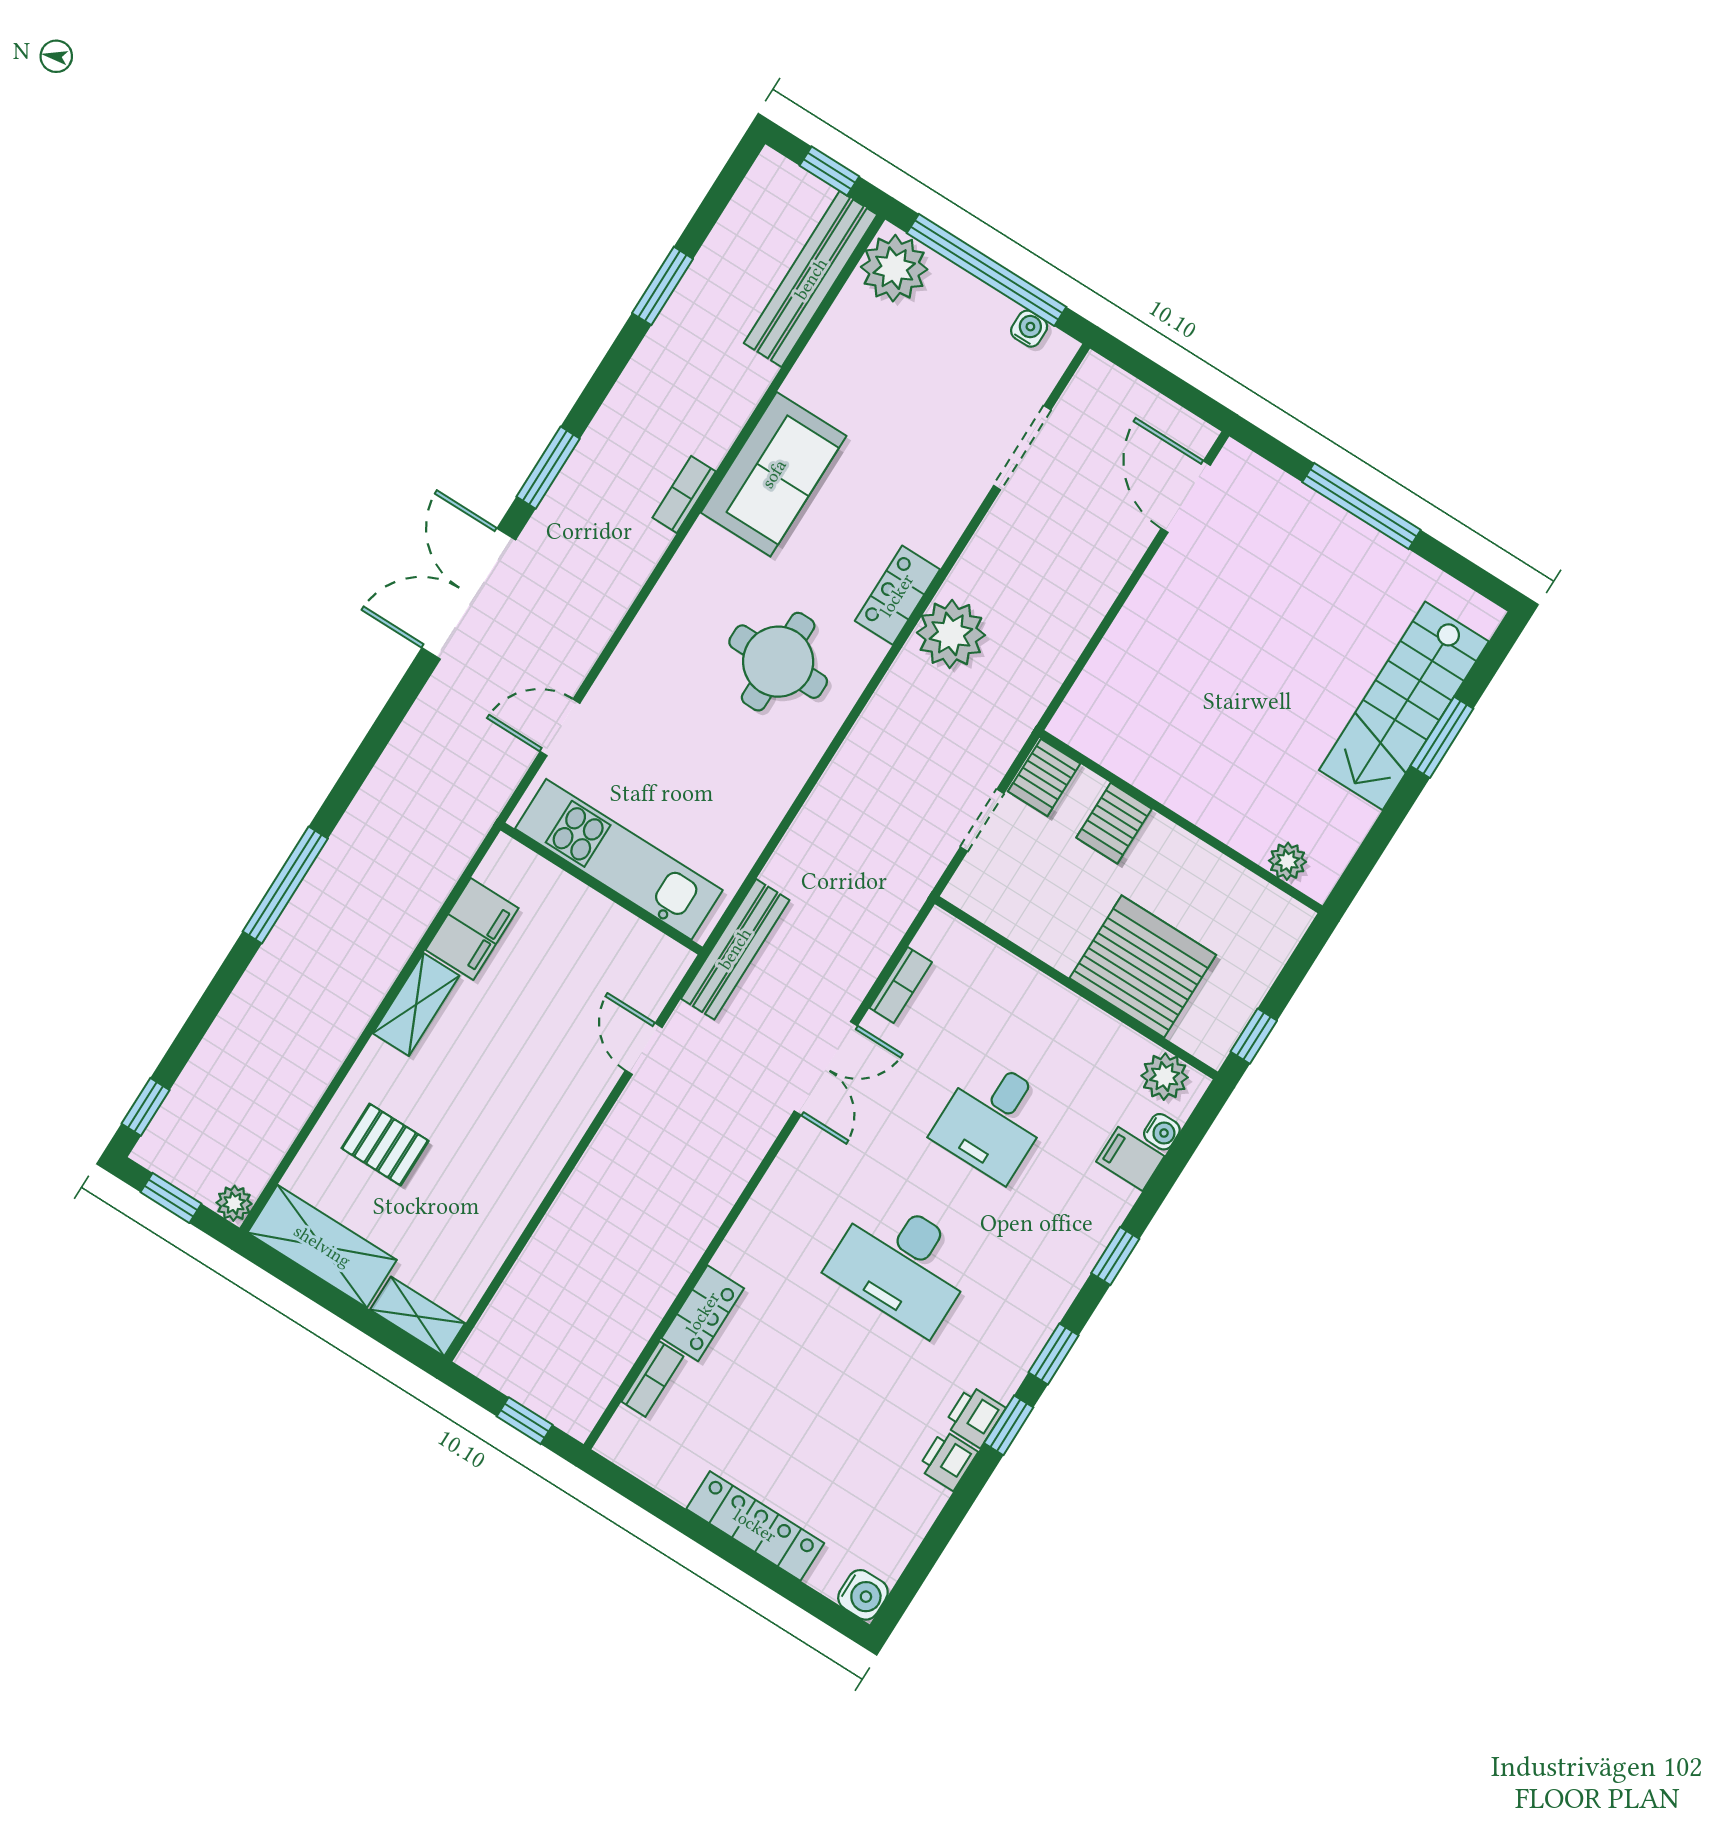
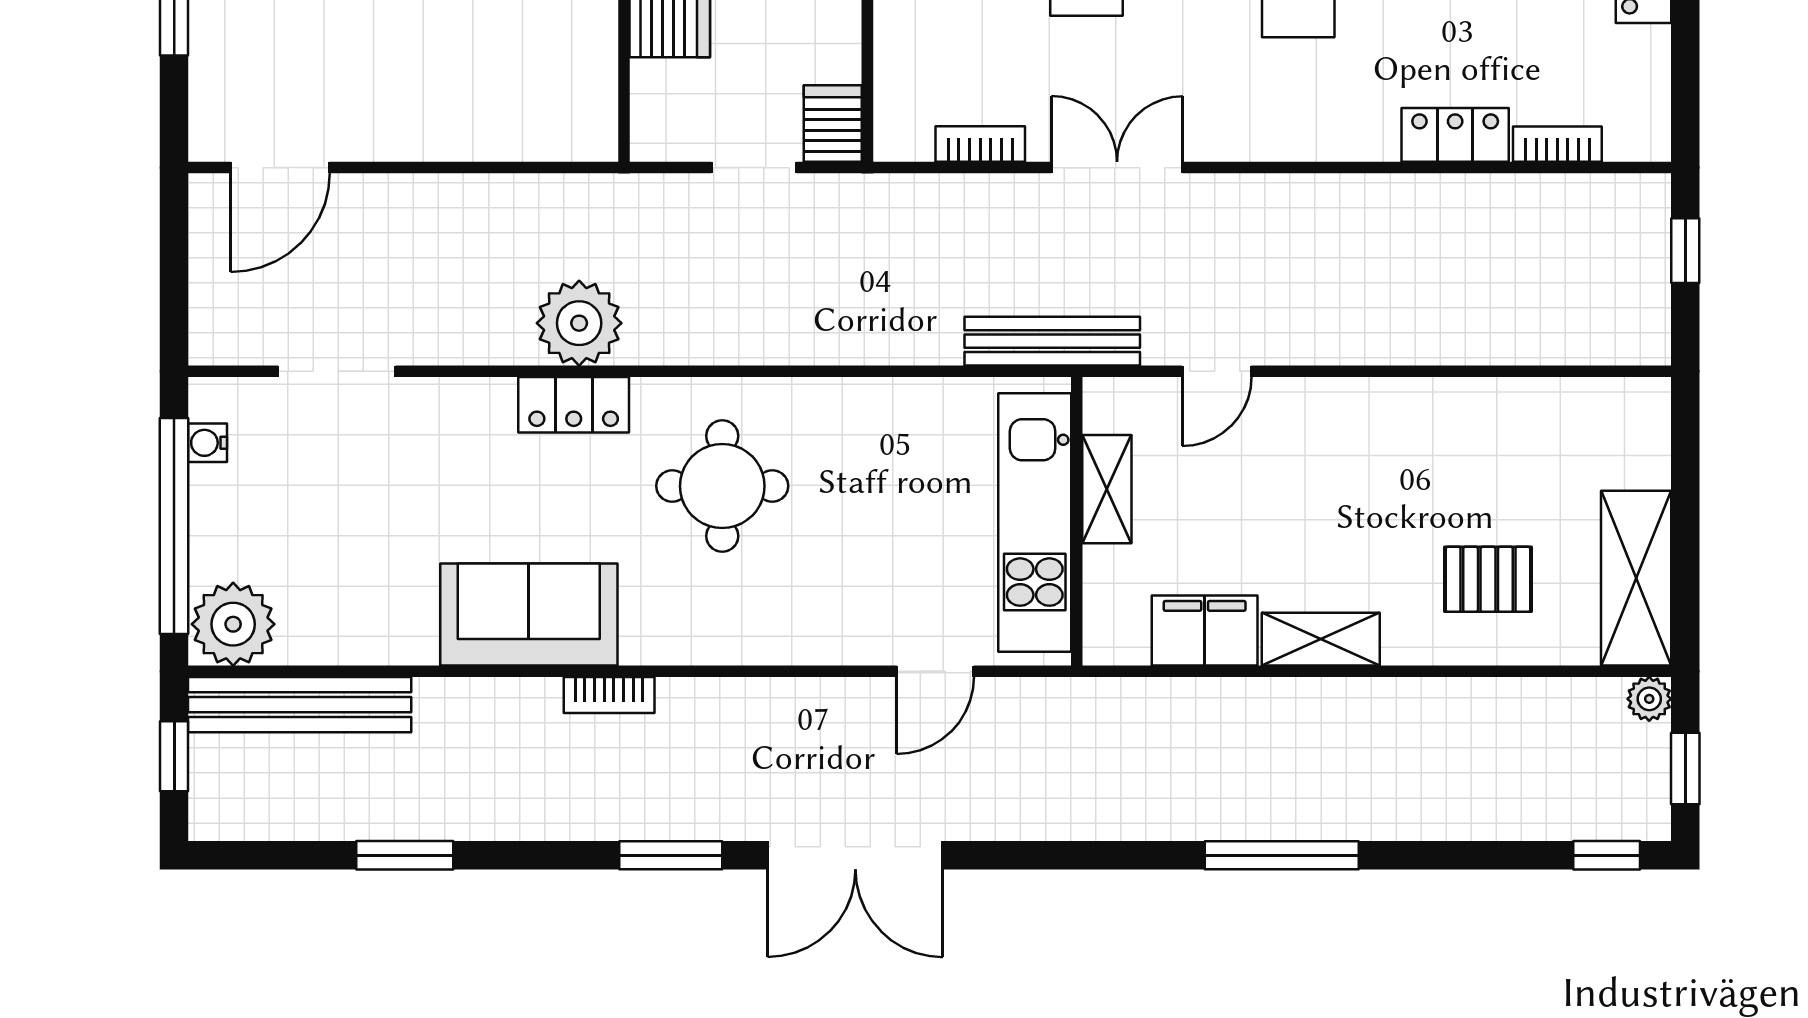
door: (560, 727) -> (935, 671), hinge flipped
server rack: (1044, 778) -> (833, 123), moved, turned -90
pallet: (385, 1145) -> (1488, 579), turned 90
shelving: (418, 1316) -> (1107, 489), moved

